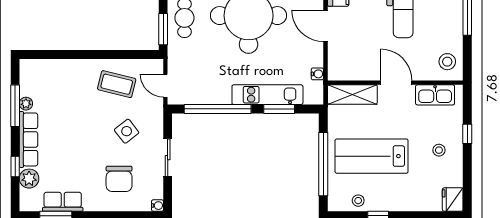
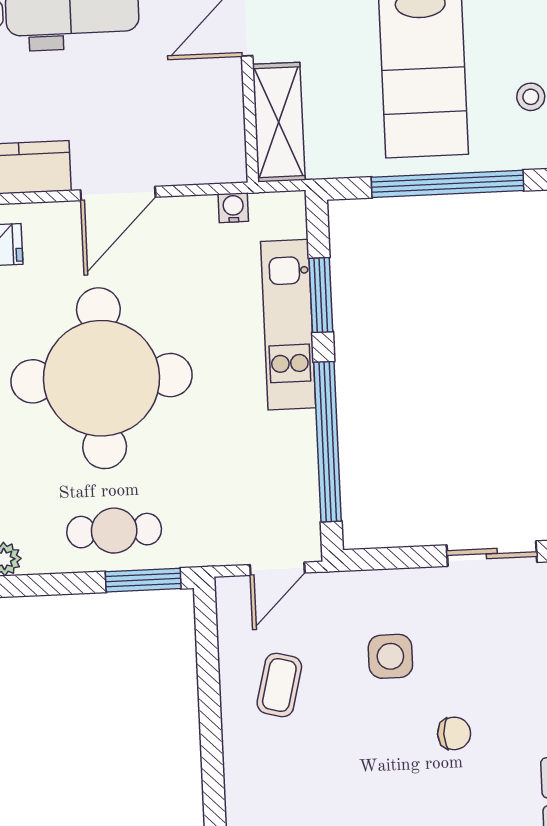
coffee table: (117, 84) -> (279, 685), width x0.73, depth x0.77
side table: (127, 131) -> (390, 656), turned 38
sliding door: (168, 158) -> (492, 554), moved
chair: (119, 179) -> (454, 733), moved, width x0.54, depth x0.54

